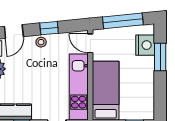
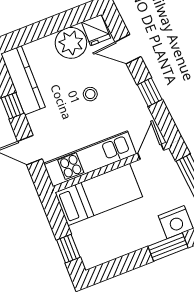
stool: (41, 42) -> (90, 94), moved

